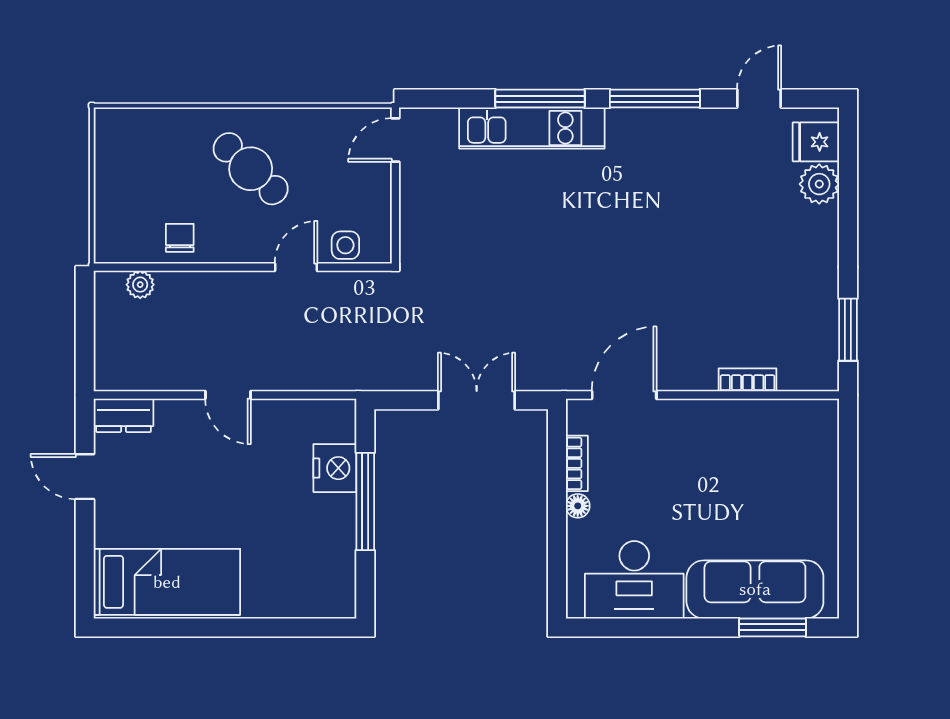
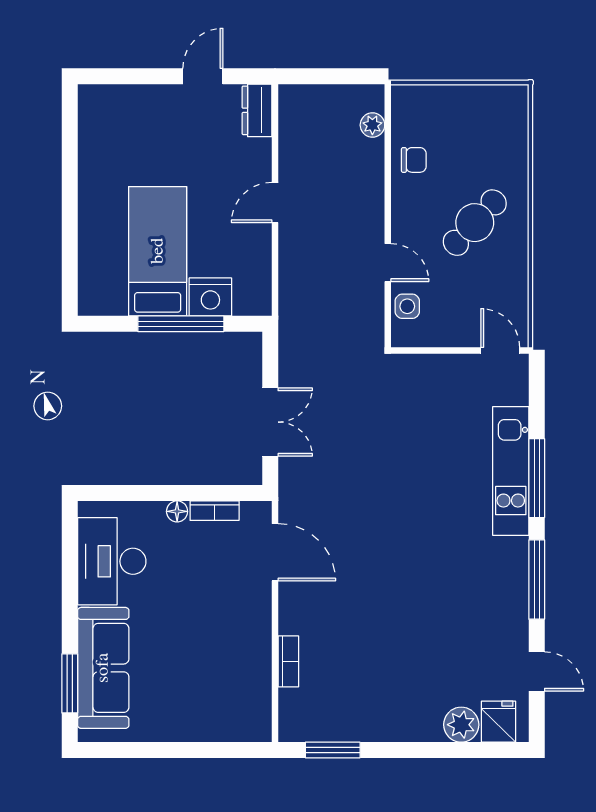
bed: (167, 582) -> (158, 251), moved, turned 180

